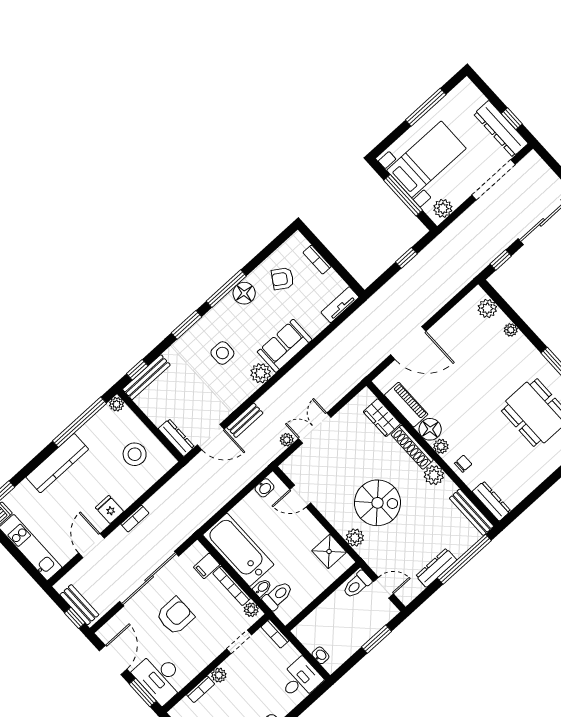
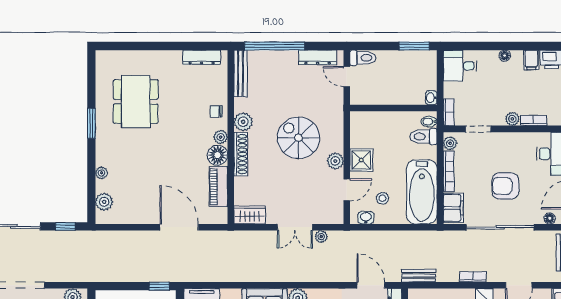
window: (406, 258) -> (159, 286), moved
wardrobe: (382, 418) -> (250, 215), moved, turned -90
bench: (245, 420) -> (419, 276), moved
door: (300, 496) -> (347, 190), hinge flipped
dresser: (491, 501) -> (202, 57), moved, turned -90
stool: (265, 516) -> (382, 198), added
plant: (355, 538) -> (335, 161), moved
shower: (329, 551) -> (361, 160), moved
filing cabinet: (207, 566) -> (453, 208), width x2.00
dresser: (436, 568) -> (318, 57), moved
toilet: (357, 585) -> (363, 58), moved
bidet: (262, 588) -> (429, 122), moved
floor lamp: (116, 622) -> (550, 218), added
window: (376, 639) -> (414, 46), moved
washbasin: (320, 655) -> (431, 98), moved

